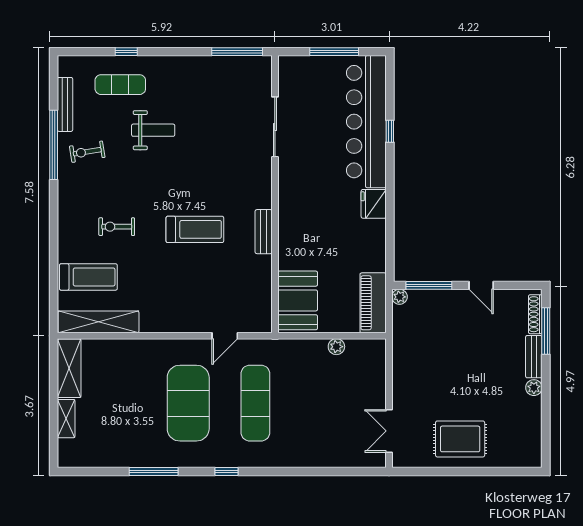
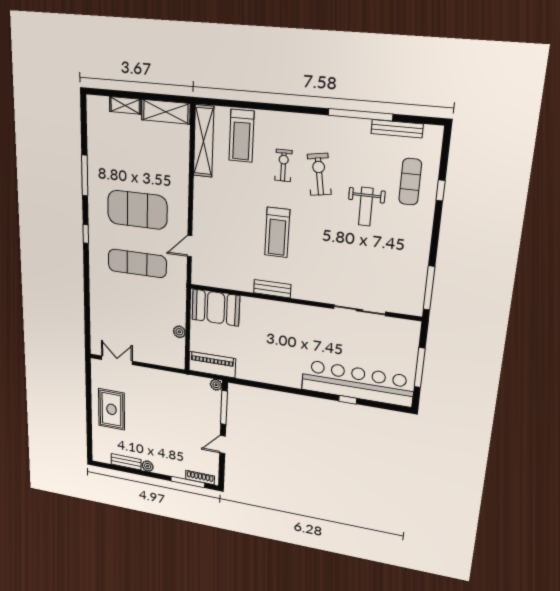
exercise bike: (87, 152) -> (319, 174), moved, width x1.38, depth x1.39
fridge: (374, 204) -> (290, 378), removed
door: (225, 336) -> (190, 246), hinge flipped
bench: (534, 357) -> (126, 462), moved

